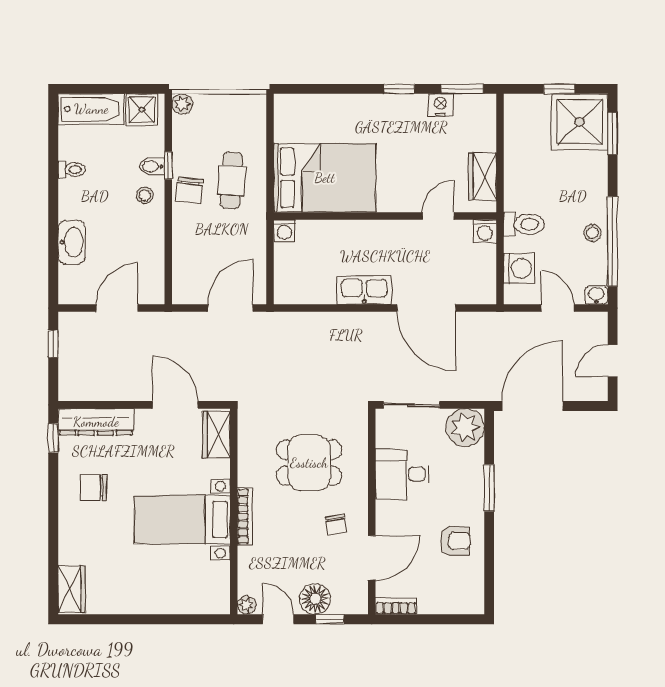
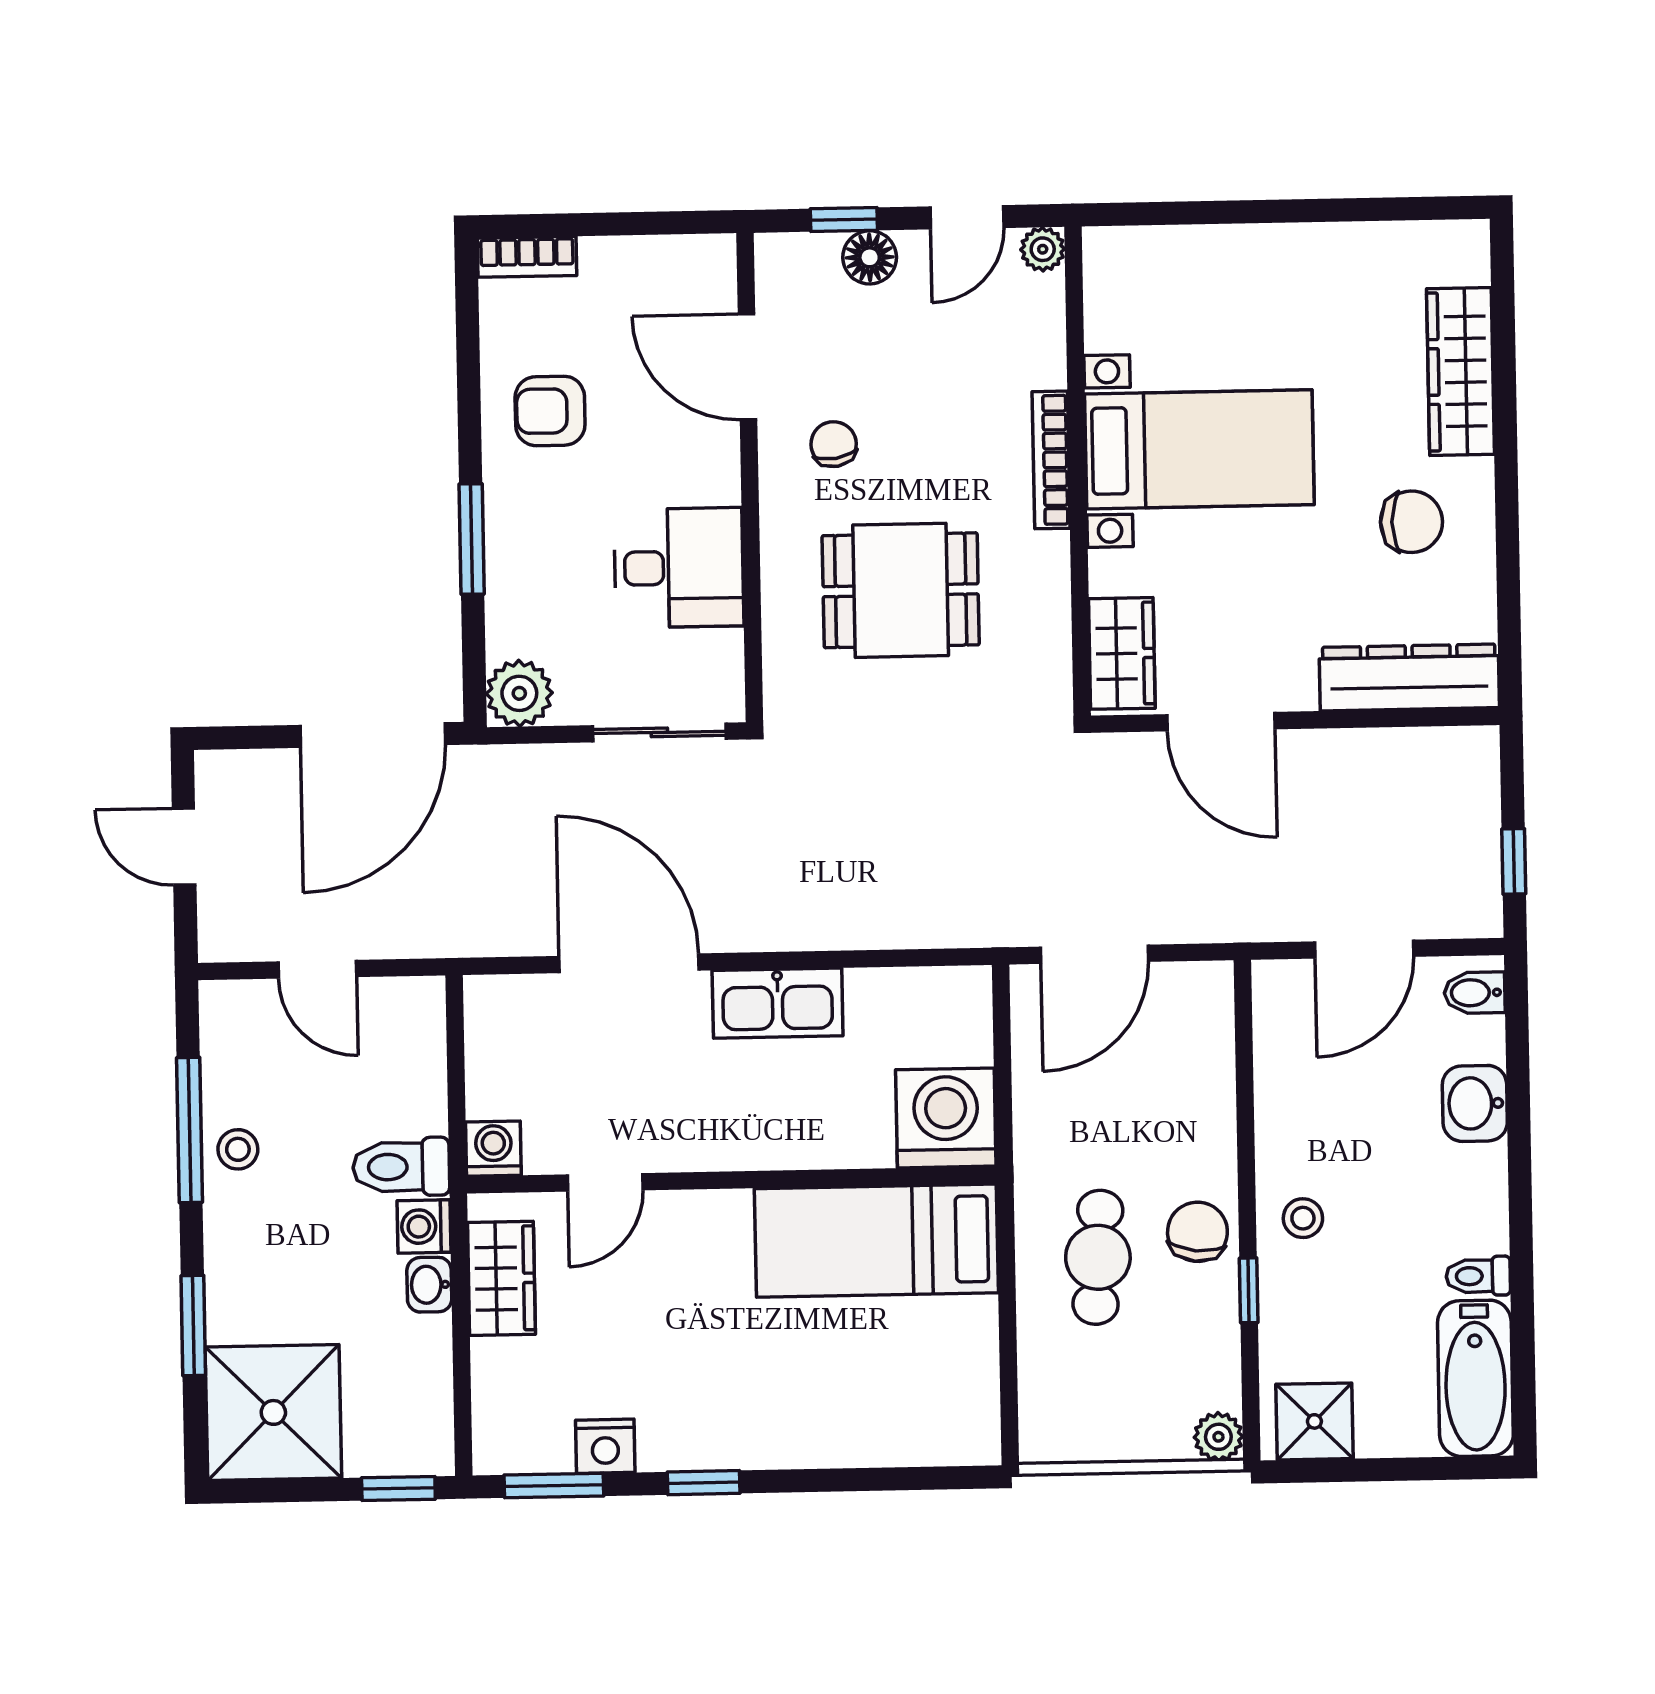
window: (559, 89) -> (398, 1488), moved
bathtub: (91, 109) -> (1475, 1378), moved, turned -90
window: (613, 134) -> (193, 1325), moved
bidet: (152, 166) -> (1475, 993), moved, turned 180
bed: (325, 178) -> (876, 1241), width x0.67
washing machine: (285, 231) -> (946, 1118), width x1.89, depth x1.89
window: (613, 241) -> (190, 1130), width x0.68
washbasin: (72, 242) -> (1475, 1103), width x0.72
washing machine: (519, 268) -> (424, 1226), moved, width x0.73, depth x0.73
washbasin: (596, 295) -> (429, 1285), moved, turned 90
door: (613, 361) -> (184, 847), swing flipped
plant: (465, 428) -> (519, 693), width x0.73, depth x0.73
window: (53, 438) -> (1509, 637), removed
door: (372, 558) -> (747, 367), hinge flipped
wardrobe: (72, 589) -> (1461, 371), moved, width x1.50
floor lamp: (315, 599) -> (870, 257), width x0.73, depth x0.73
bookcase: (396, 606) -> (527, 257), moved
door: (278, 619) -> (967, 217), hinge flipped

